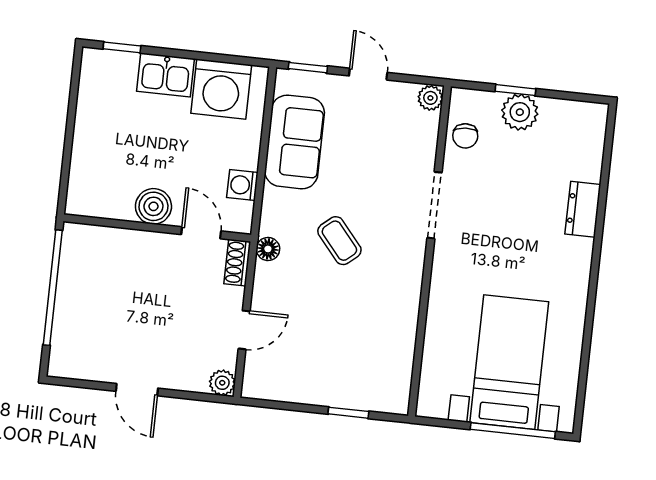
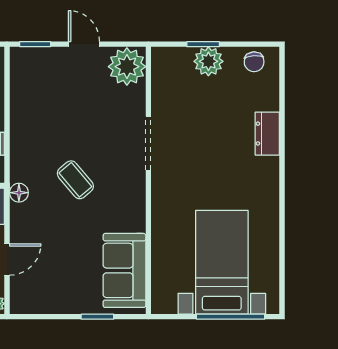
plant: (430, 98) -> (127, 67), width x1.88, depth x1.88
chair: (465, 136) -> (254, 62), moved
sofa: (295, 142) -> (124, 270), moved, turned 180

